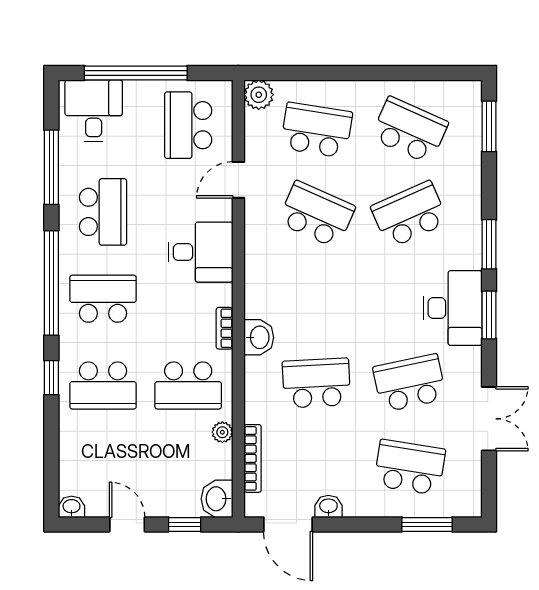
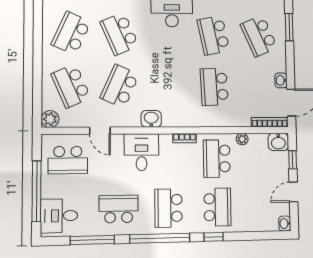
school desk: (316, 130) -> (71, 86), turned -33
washbasin: (259, 337) -> (151, 119), moved
school desk: (188, 385) -> (217, 159), turned 180
bookcase: (253, 458) -> (270, 122), moved
school desk: (410, 467) -> (259, 36), turned -33

